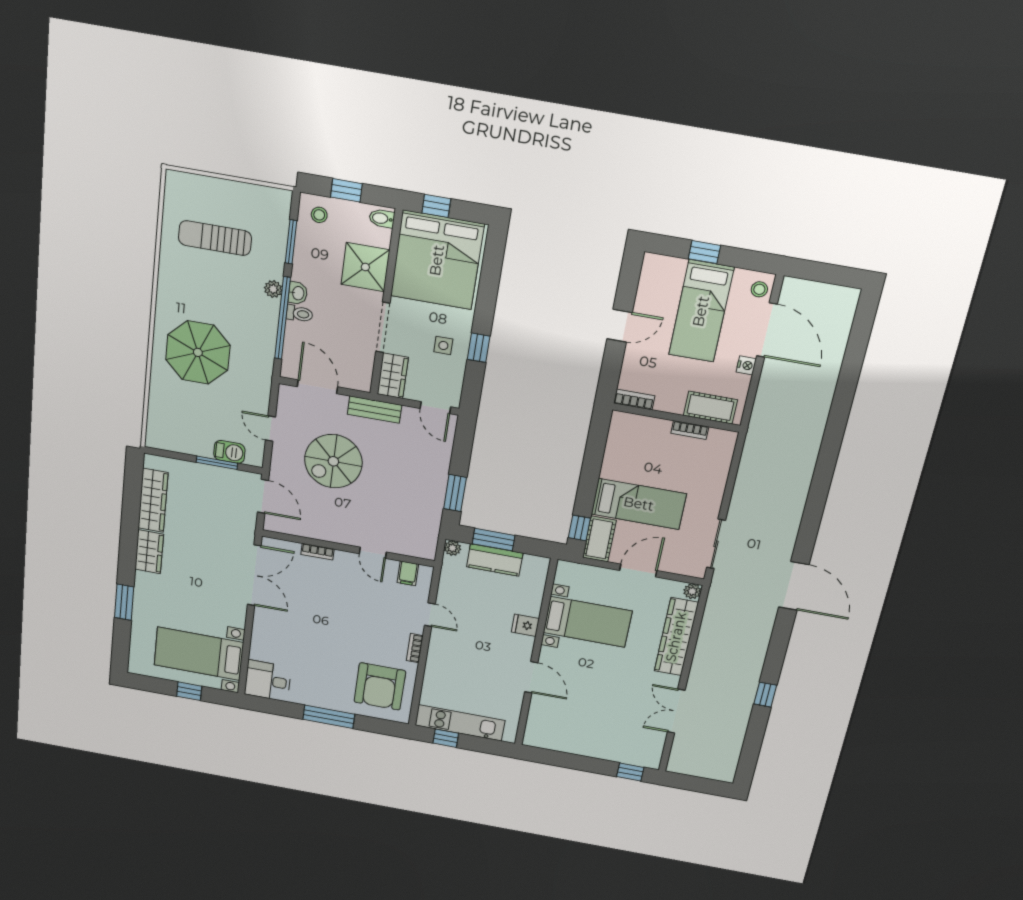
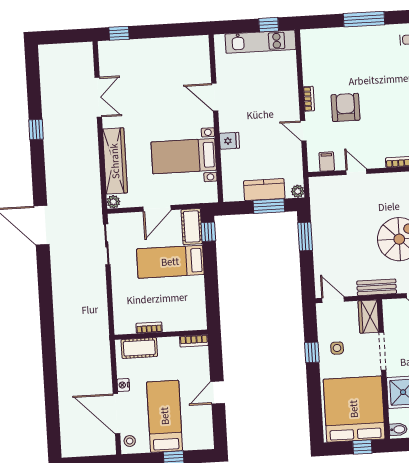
armchair: (380, 686) -> (346, 107), moved, width x0.73, depth x0.73

